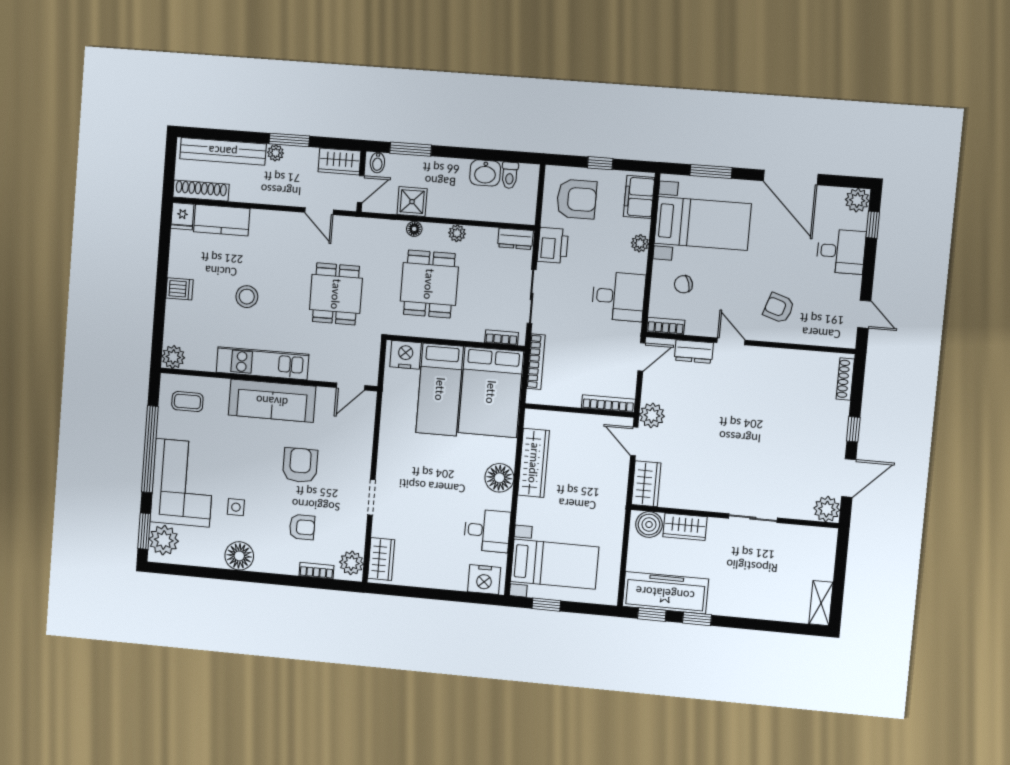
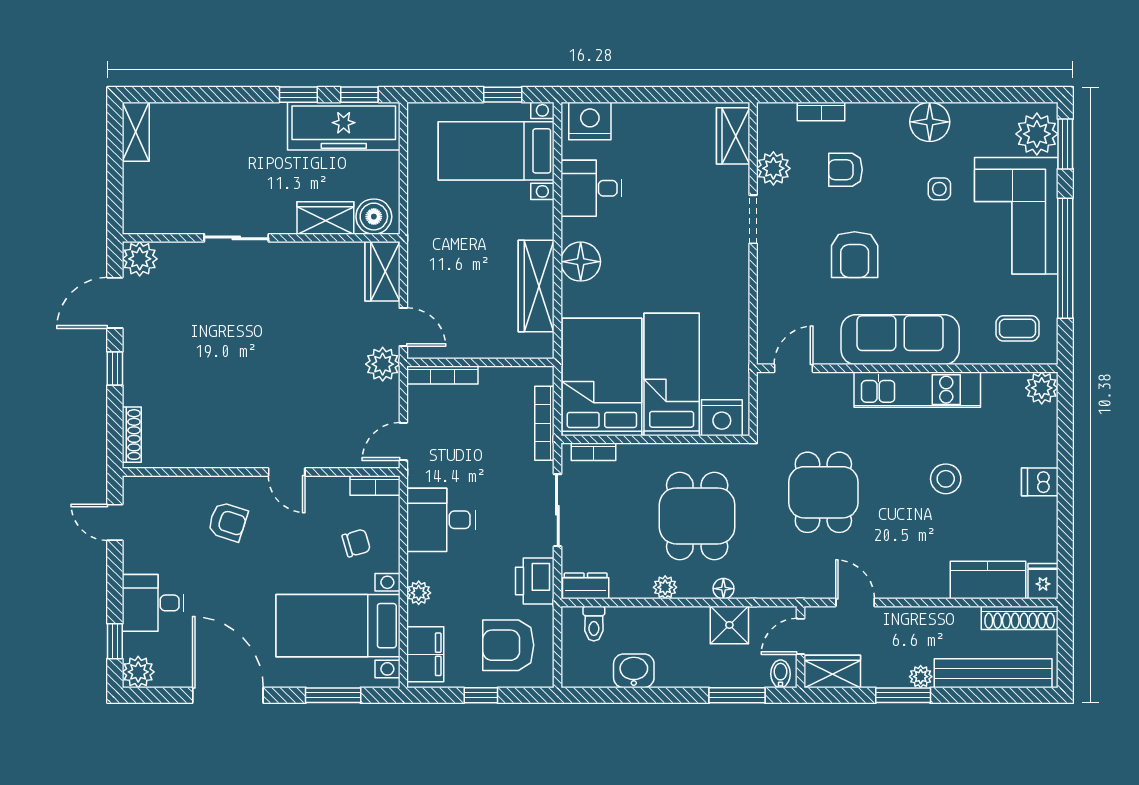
toilet: (510, 175) -> (594, 624), moved, turned 180
dresser: (694, 351) -> (335, 454), removed
plant: (352, 563) -> (773, 168), moved

